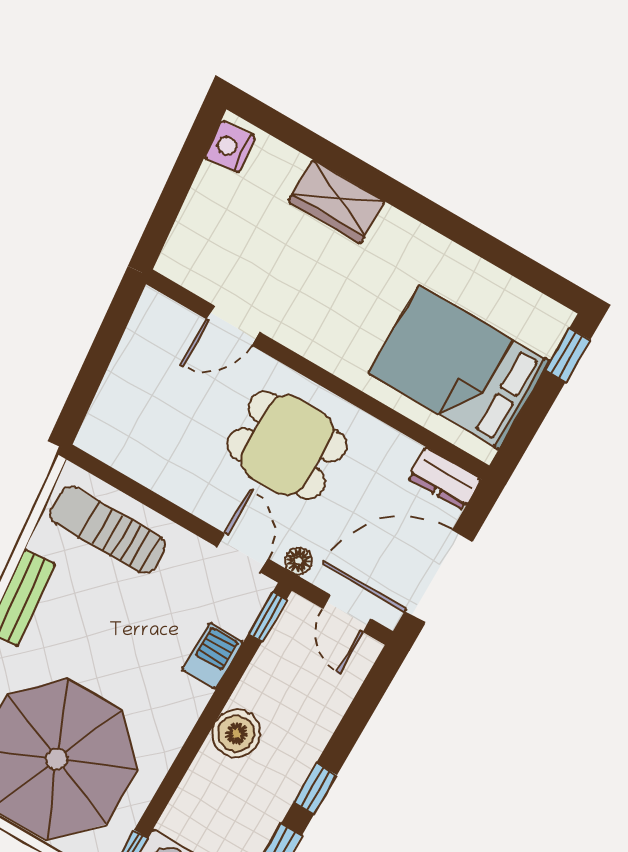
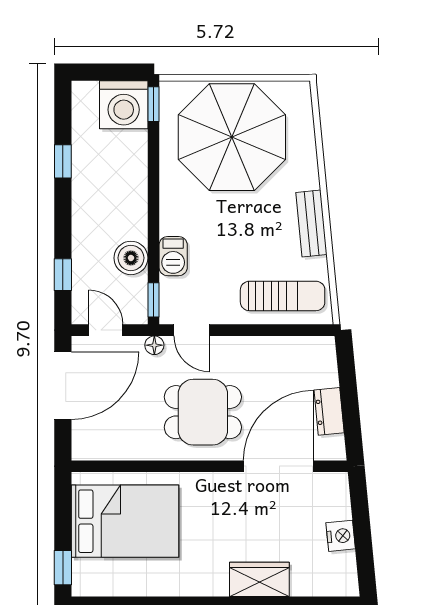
nightstand: (230, 147) -> (341, 536), moved
door: (233, 326) -> (279, 466), width x1.87
dresser: (444, 479) -> (329, 411), moved, turned -96
boiler: (236, 733) -> (131, 258), moved
window: (315, 789) -> (63, 275), moved

